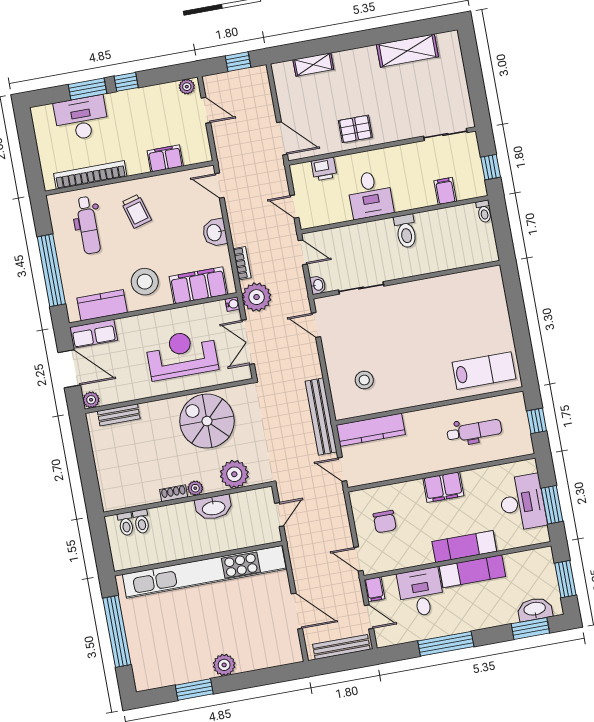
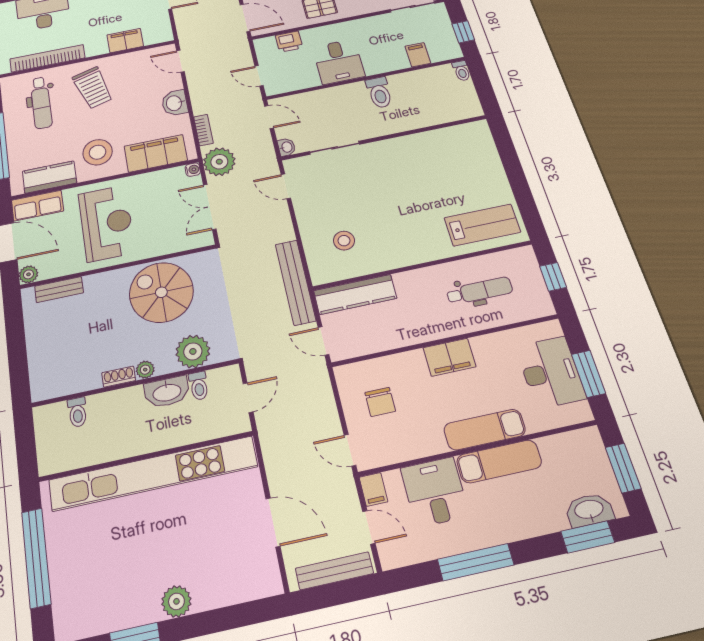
trolley: (136, 211) -> (93, 88), width x1.36, depth x1.39
reception desk: (182, 355) -> (107, 223), moved, turned 90
toilet: (126, 524) -> (199, 386), moved

